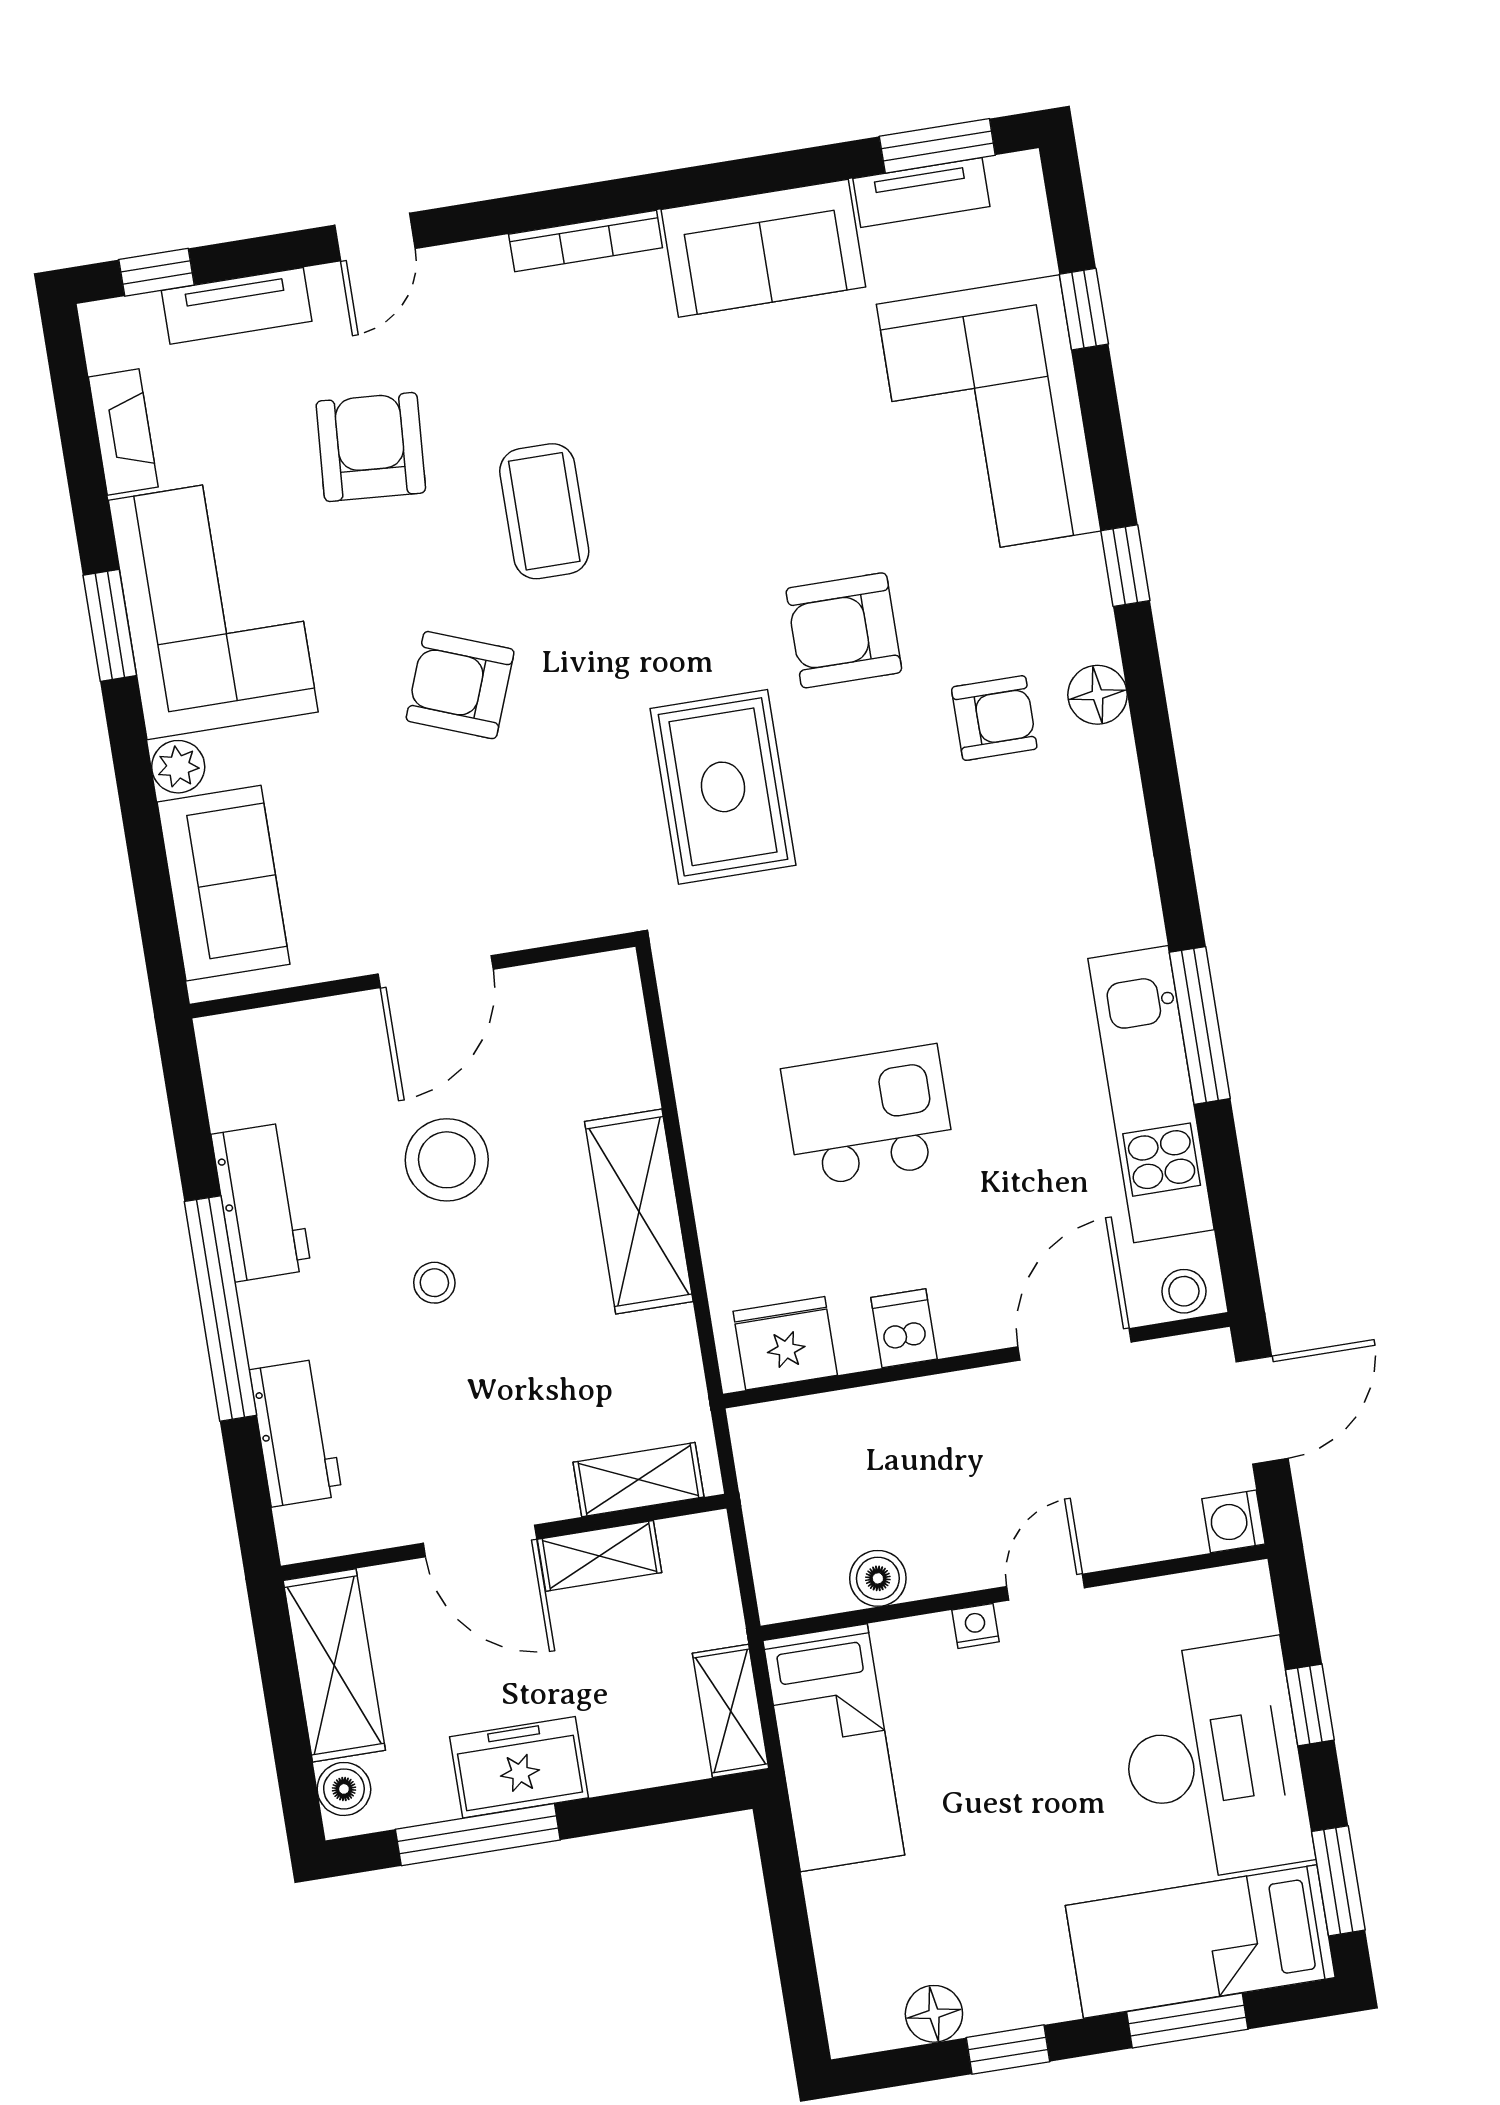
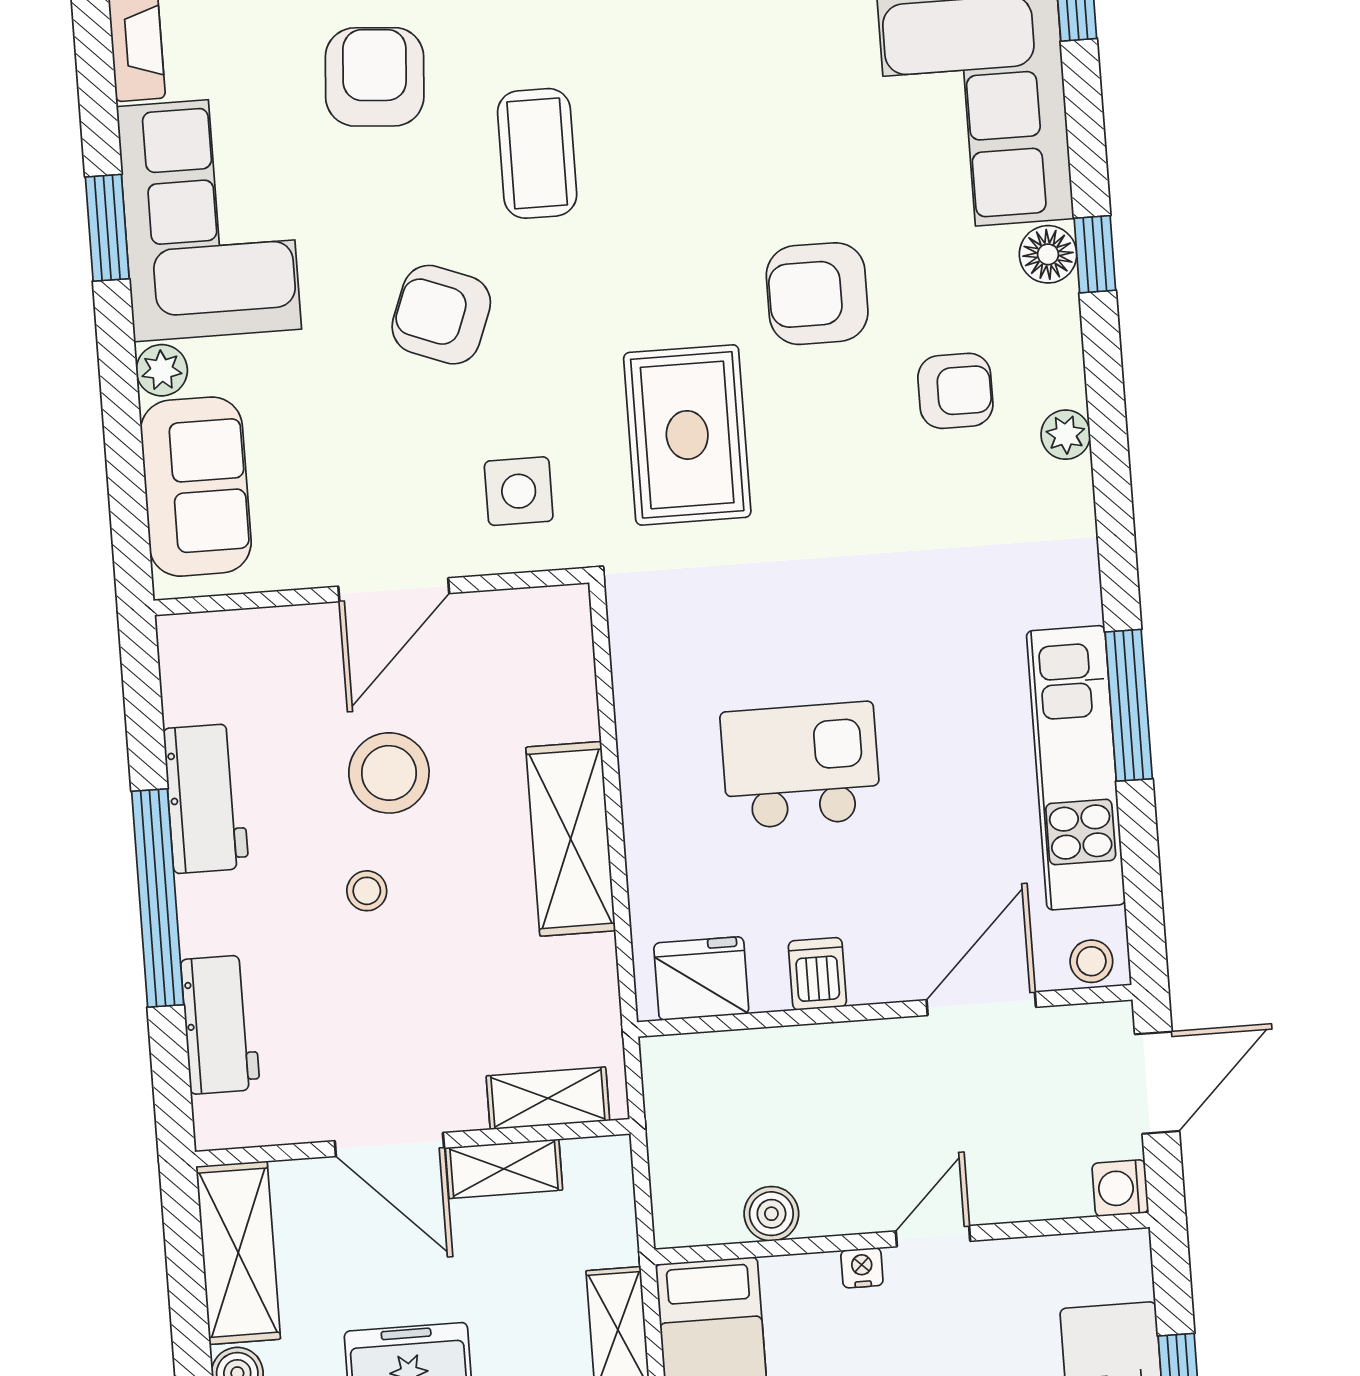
floor lamp: (1098, 695) -> (1048, 254), moved
plant: (1111, 753) -> (1066, 435), added
side table: (555, 859) -> (519, 491), added

